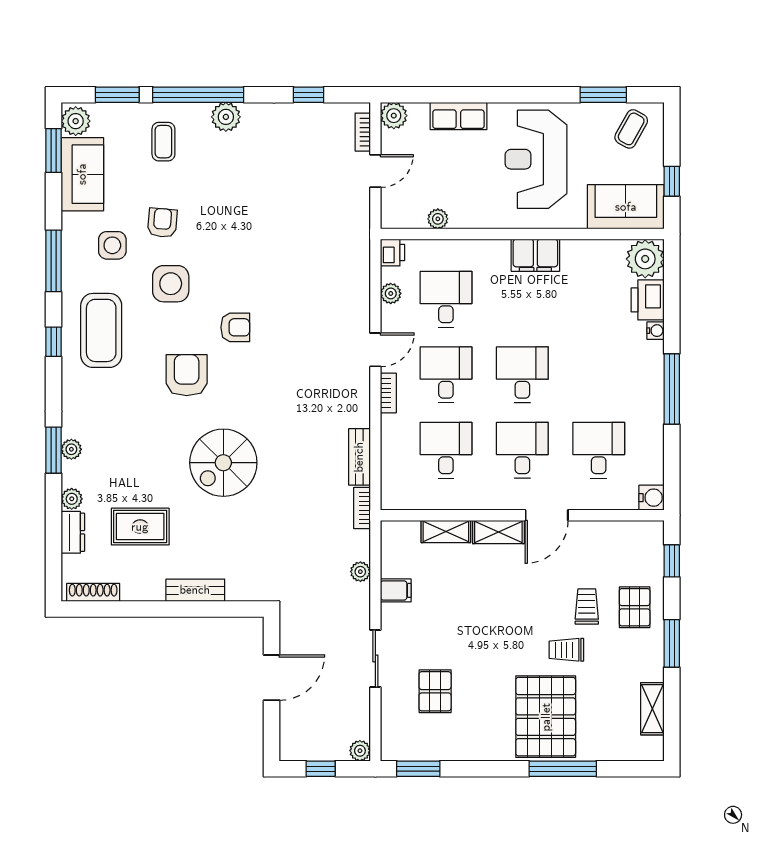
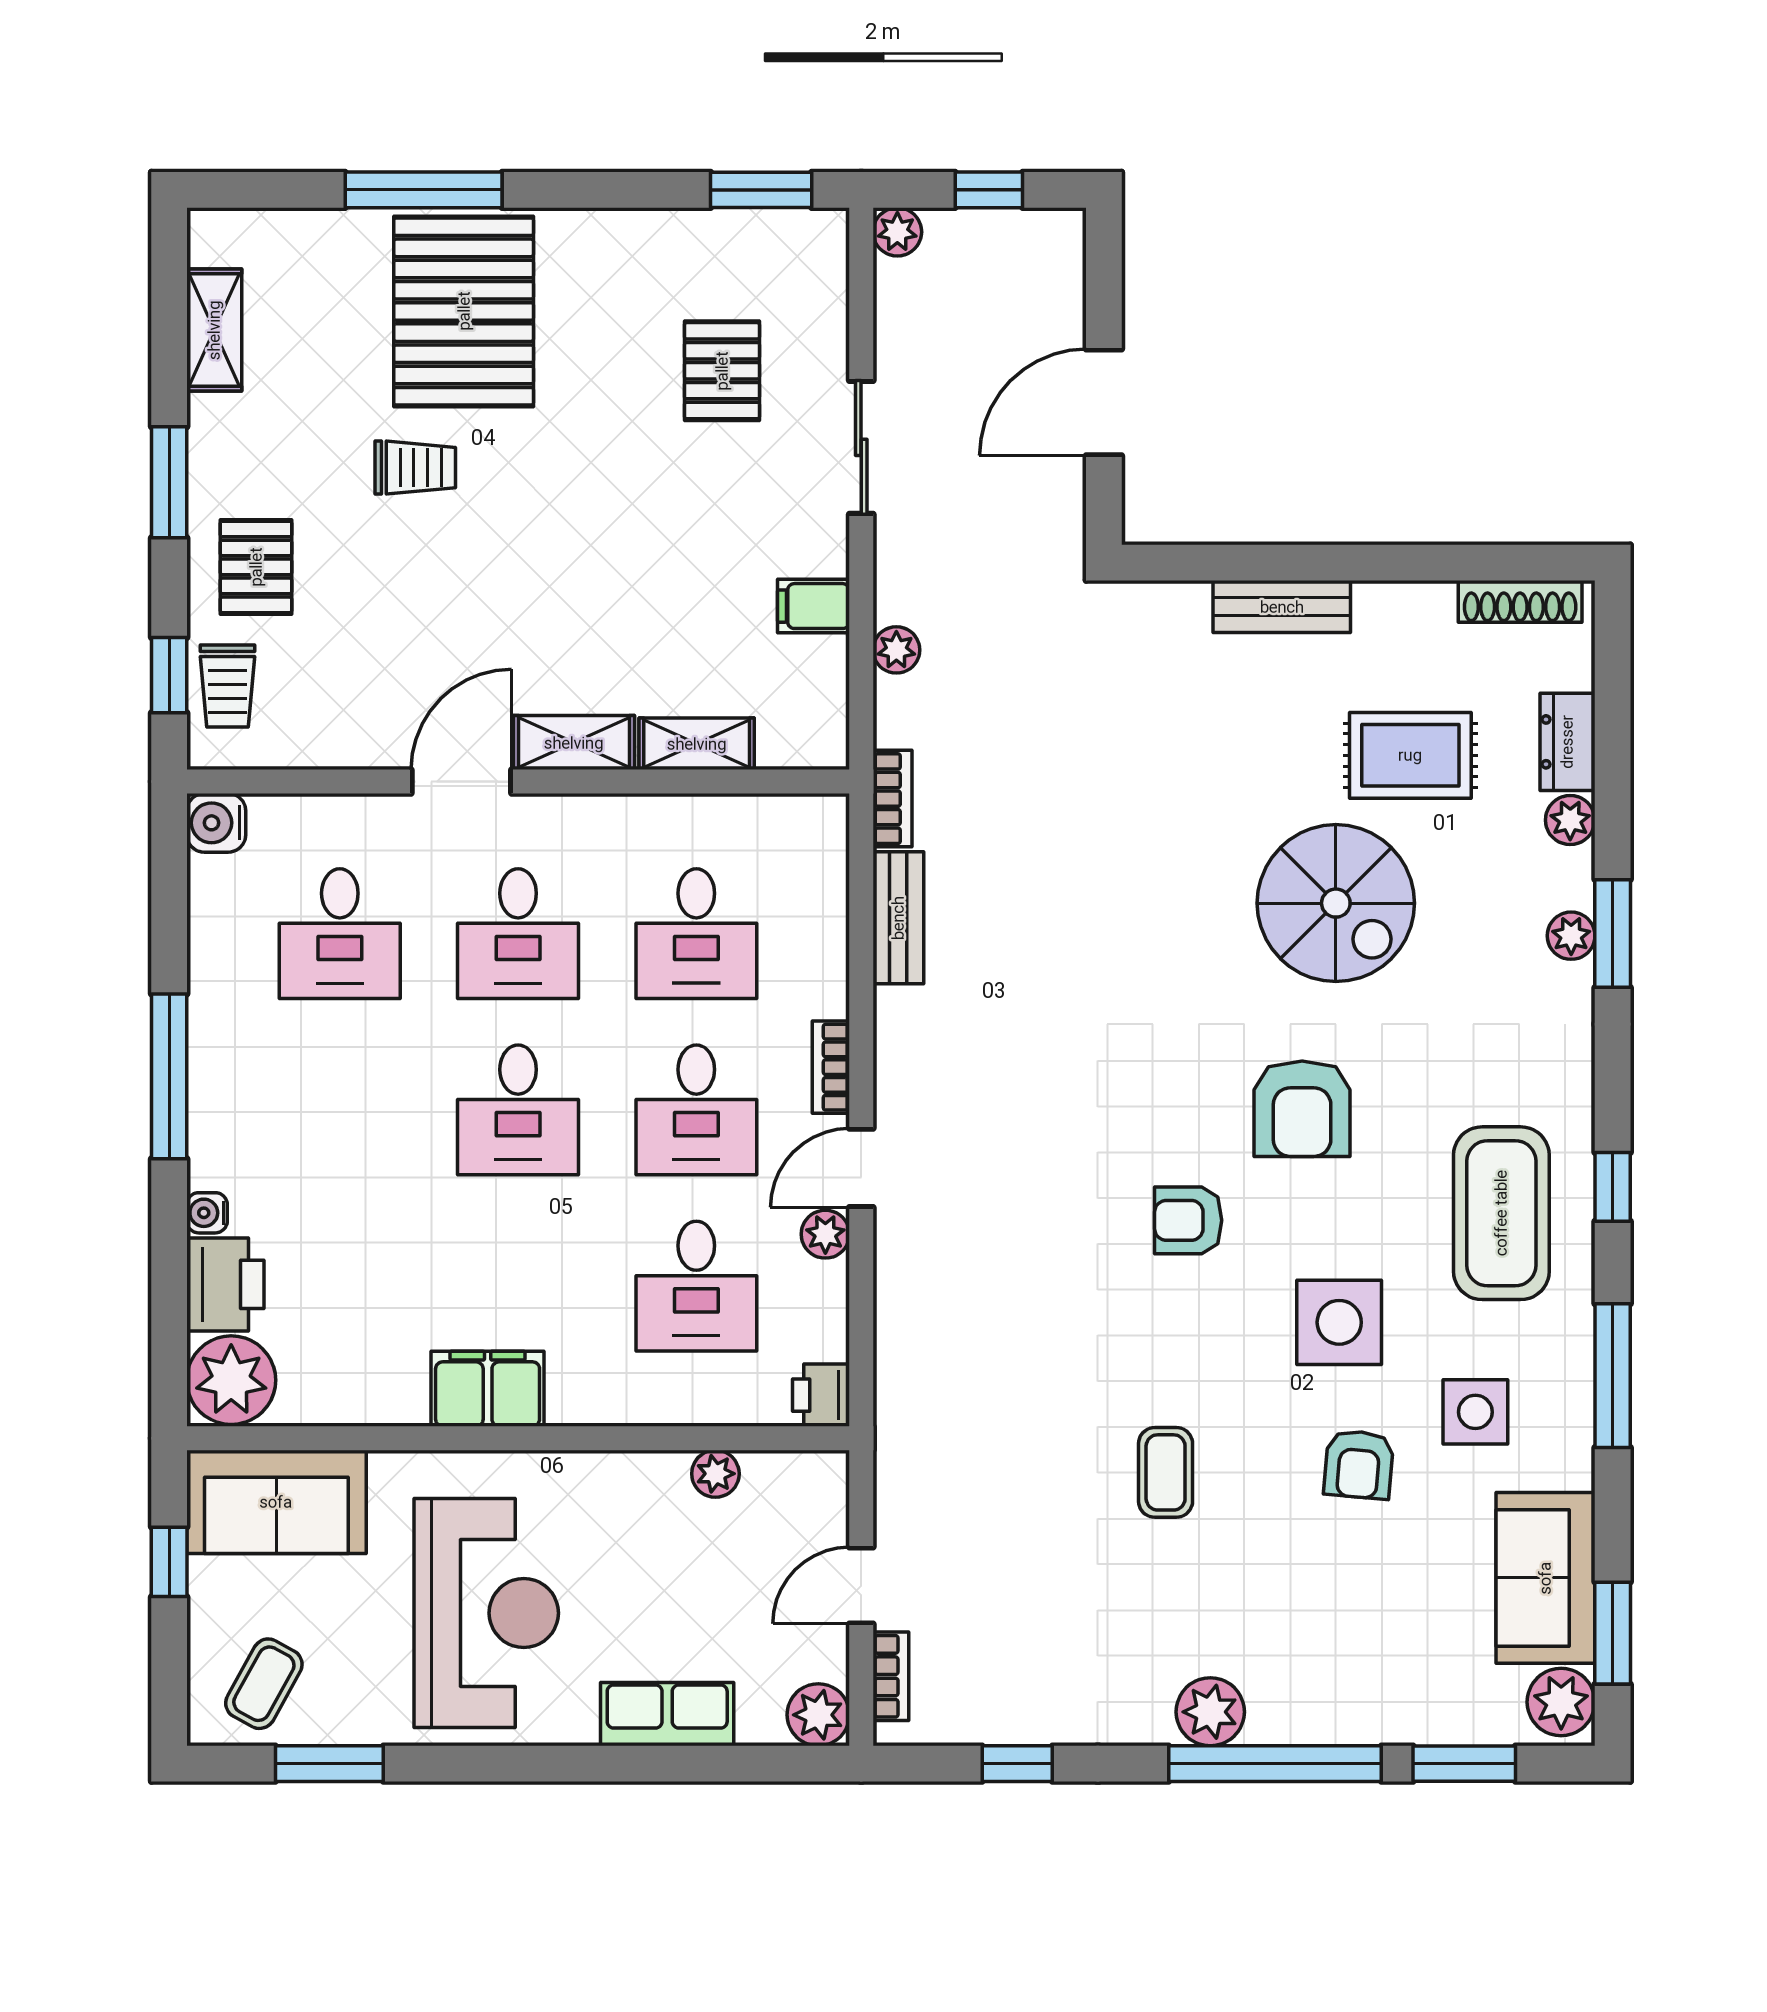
coffee table: (163, 142) -> (1166, 1472), moved
plant: (391, 293) -> (825, 1234), moved
spiral stairs: (223, 463) -> (1336, 903), moved, turned 90
trolley: (587, 606) -> (228, 686), moved

